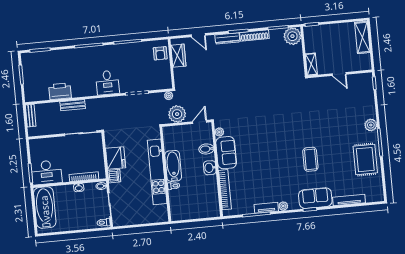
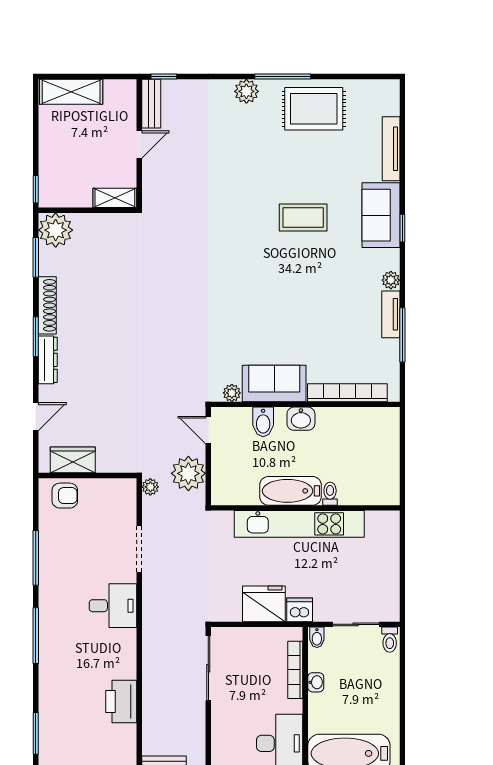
bench: (73, 105) -> (151, 104), moved

